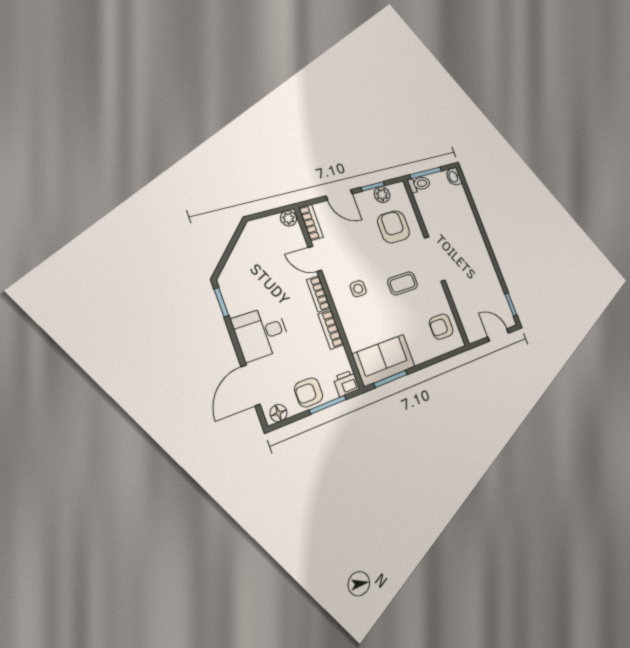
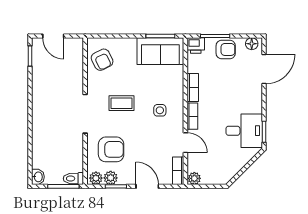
plant: (397, 190) -> (96, 178), added
armchair: (394, 227) -> (111, 149), turned -90
armchair: (441, 327) -> (102, 60), turned 64
desk: (261, 333) -> (244, 131), moved

